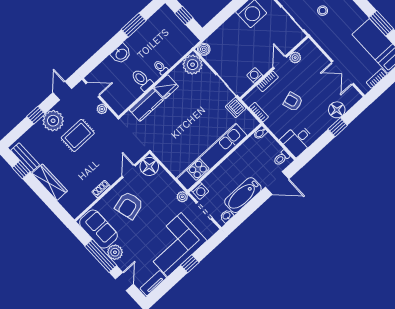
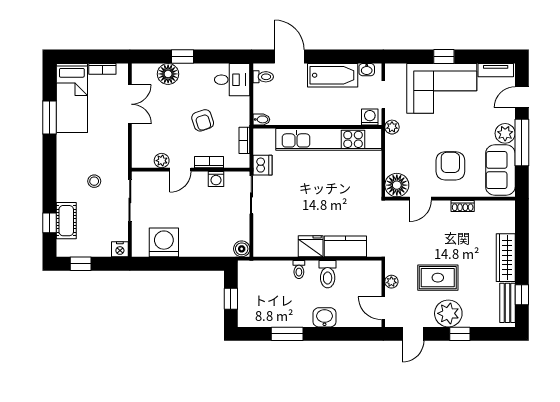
plant: (193, 65) -> (266, 244), removed
armchair: (129, 205) -> (450, 166), turned -75

